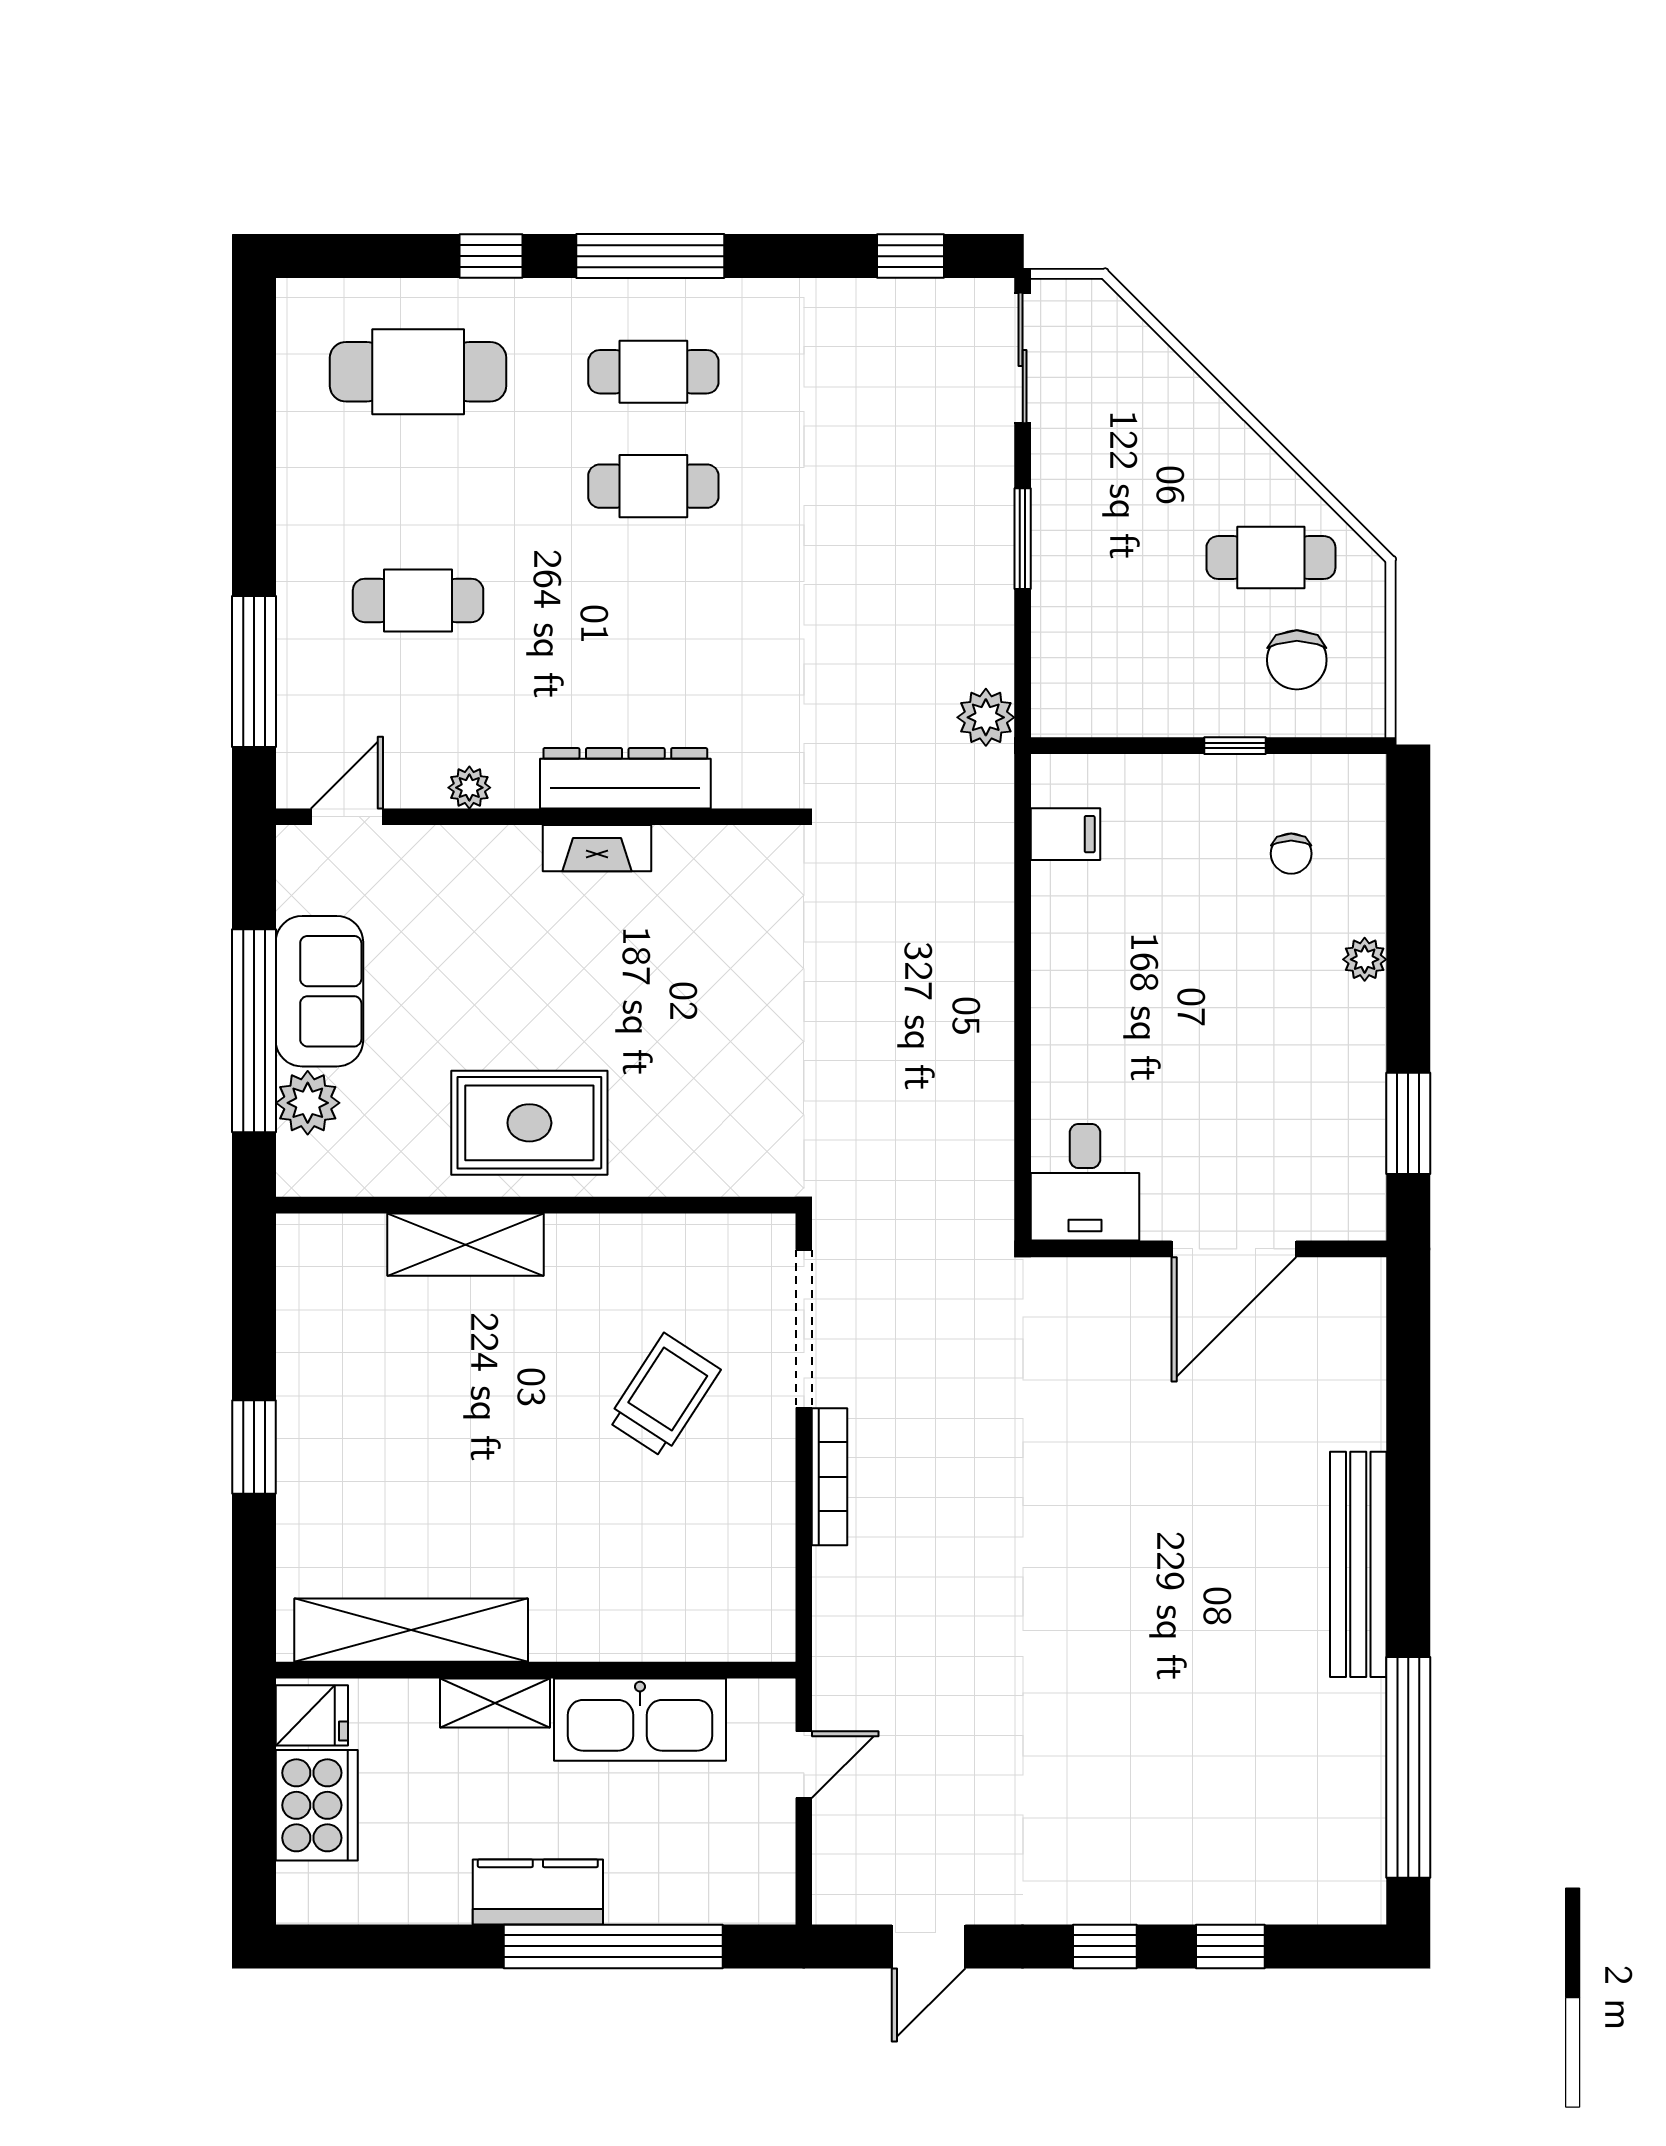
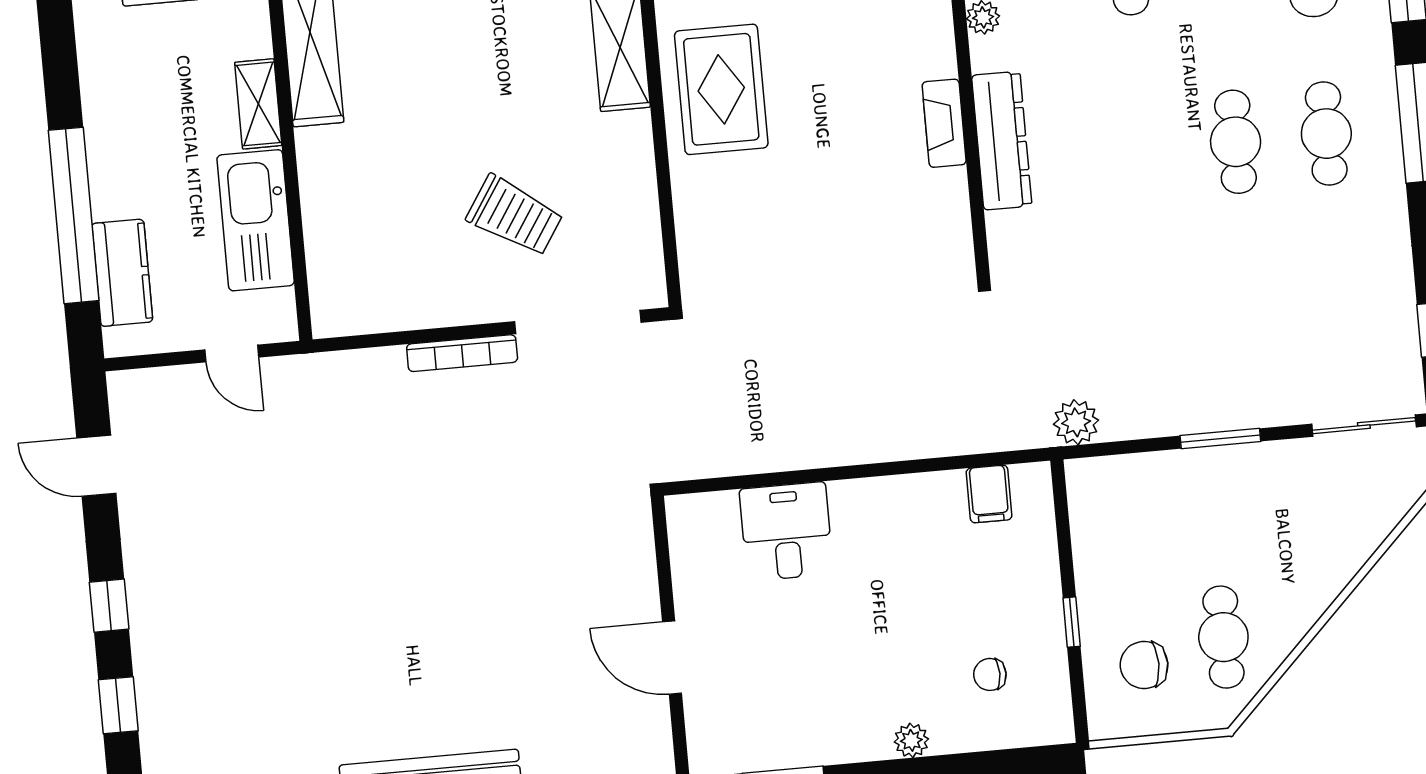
desk: (1085, 1182) -> (786, 531), moved, turned 90
door: (1234, 1249) -> (672, 658), width x0.73
kitchen counter: (538, 1892) -> (122, 273), moved

